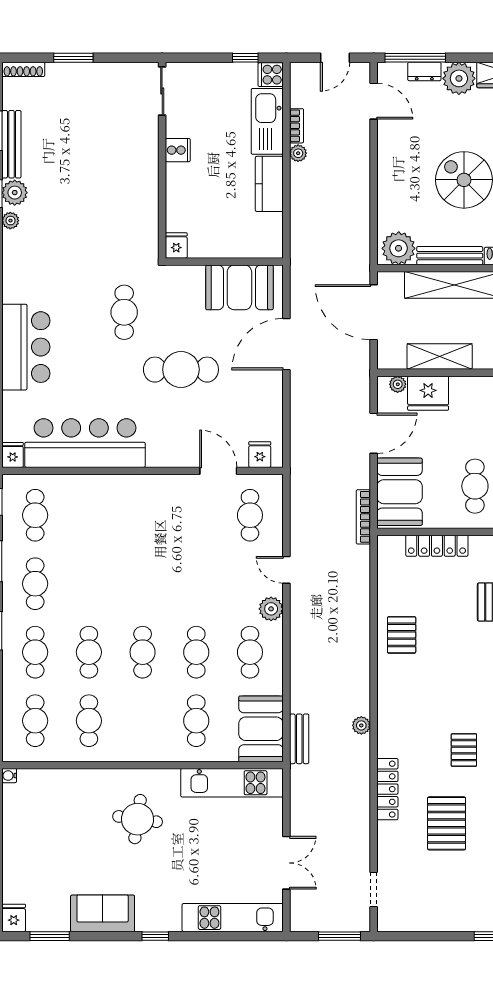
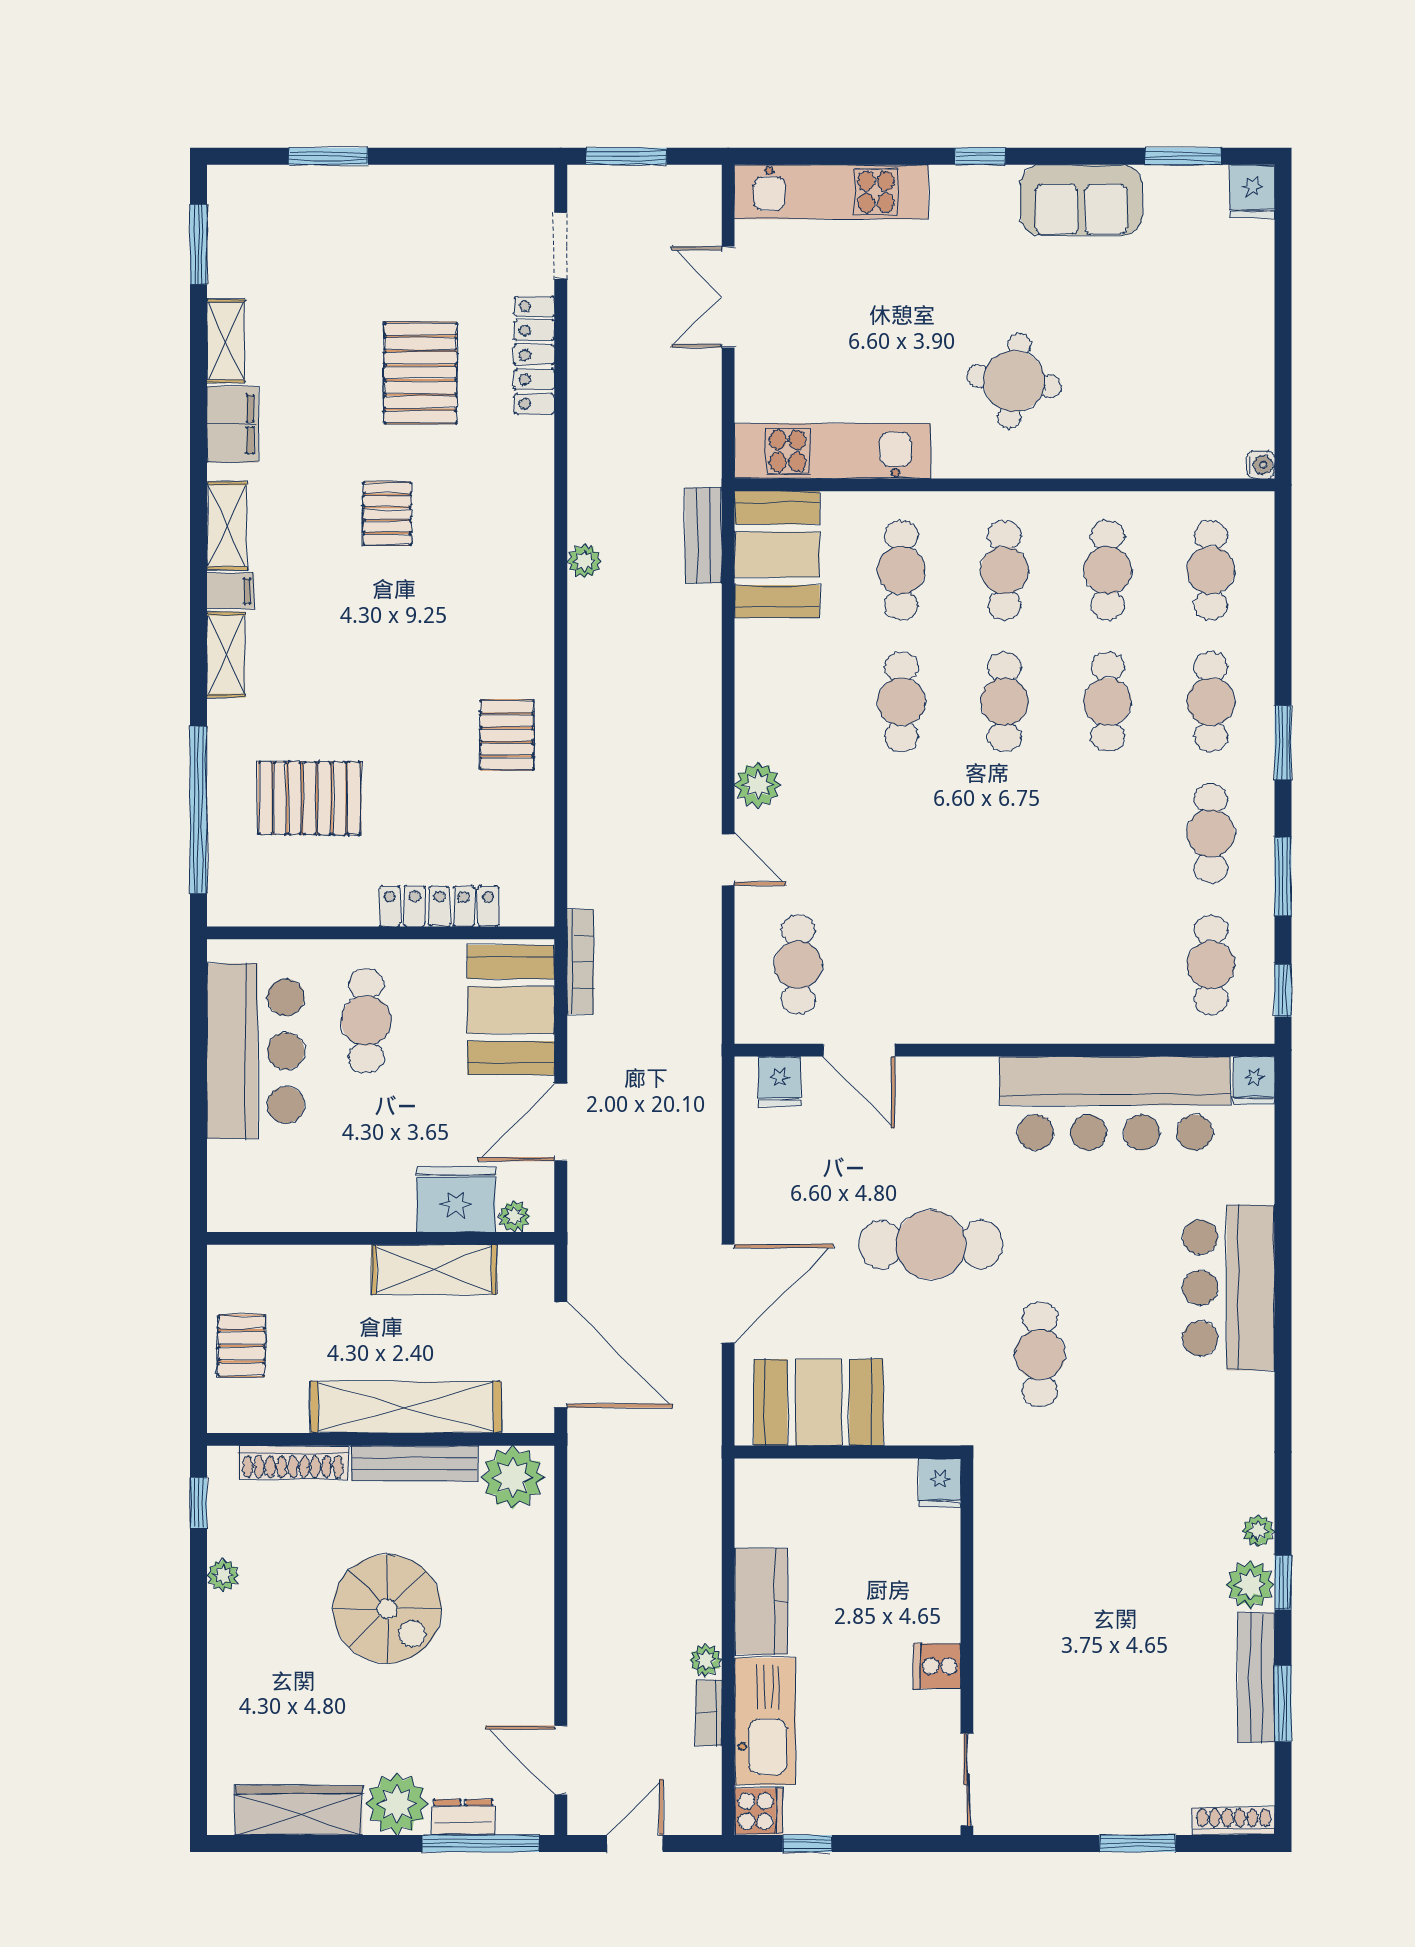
cafe table: (250, 652) -> (1005, 570), moved
locker: (387, 789) -> (534, 355), moved

